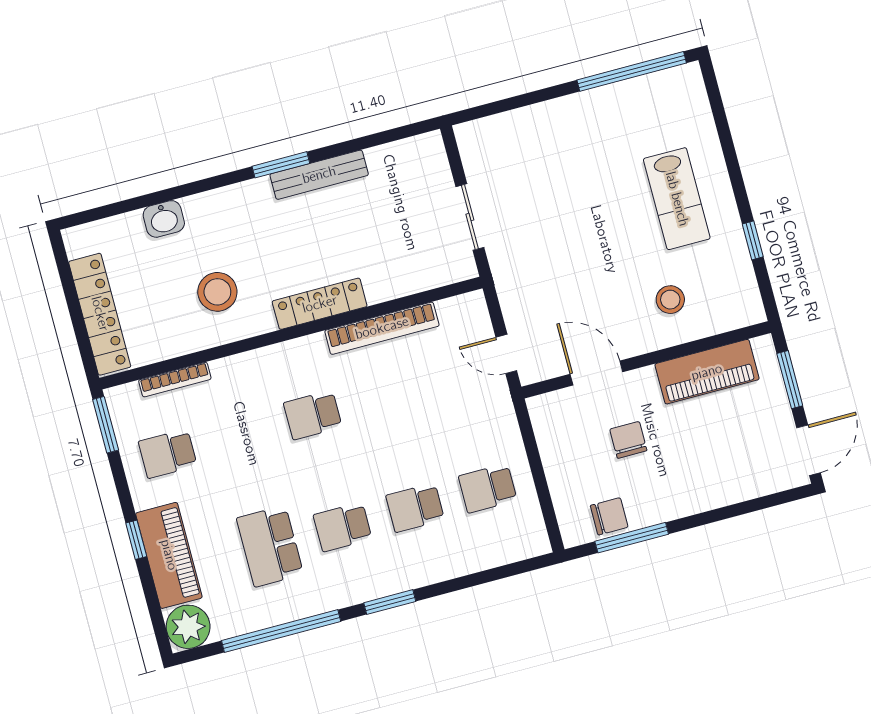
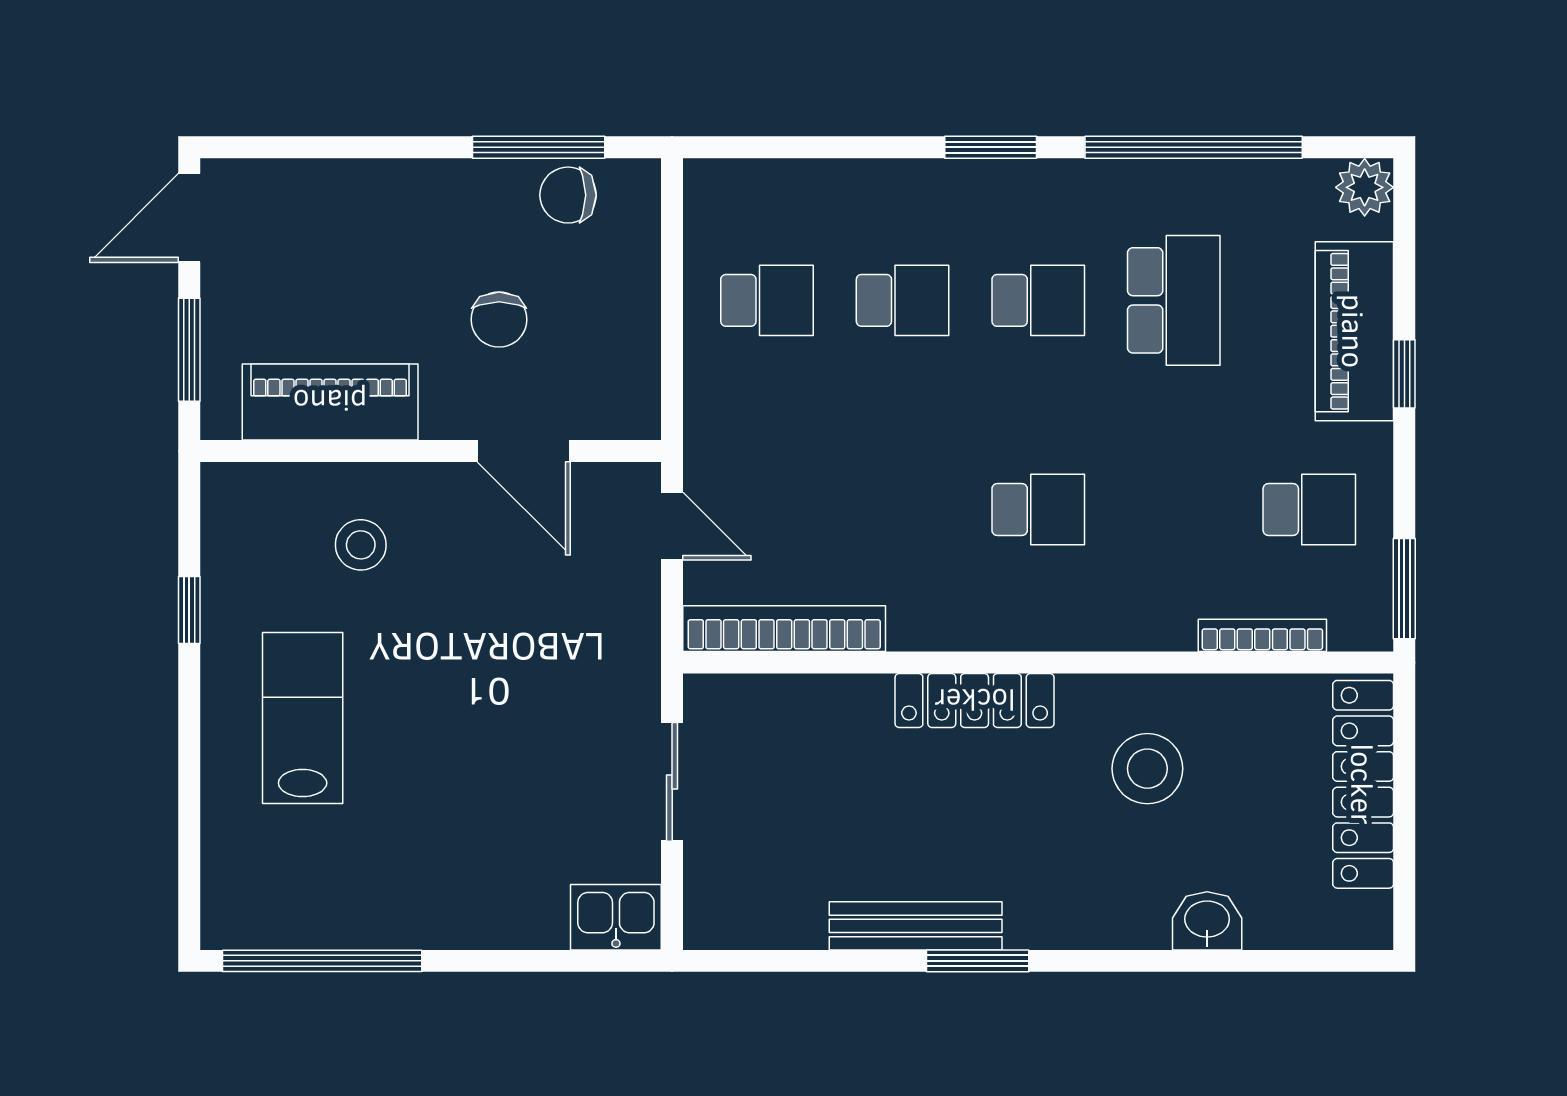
kitchen sink: (481, 137) -> (616, 917), added
bookcase: (382, 328) -> (784, 629), moved
plant: (188, 627) -> (1365, 187), width x0.73, depth x0.73

